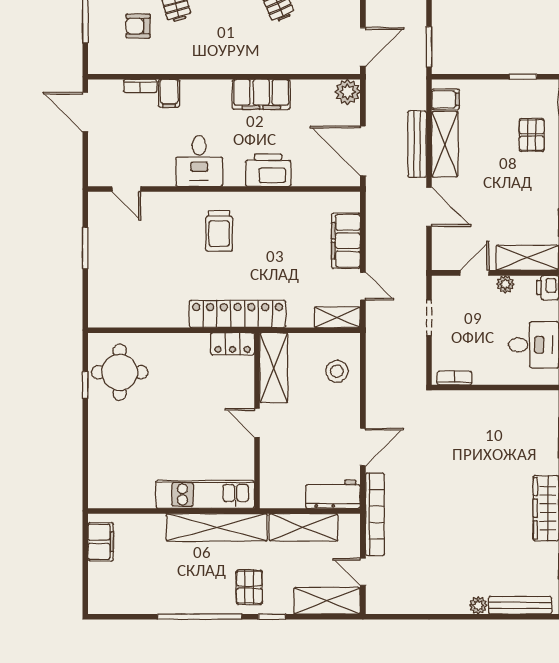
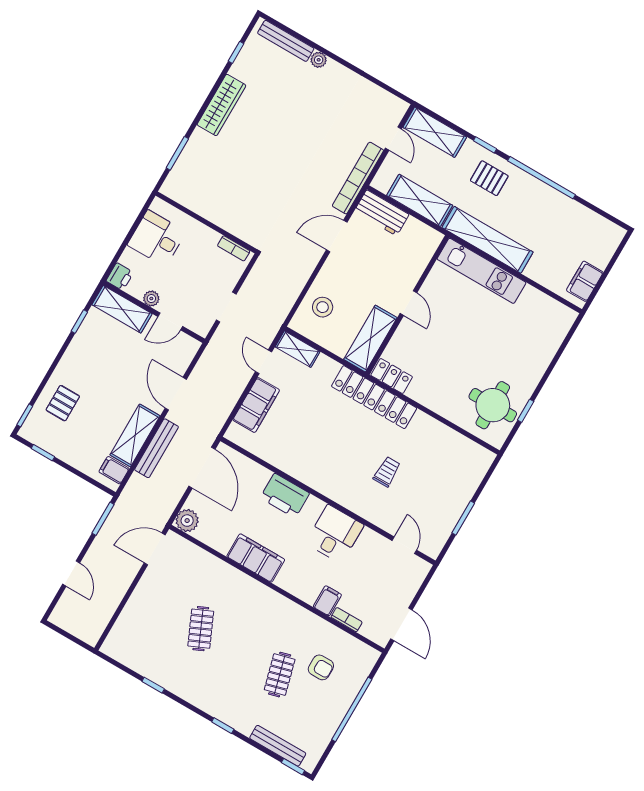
trolley: (219, 231) -> (387, 472), moved, width x0.73, depth x0.72
pallet: (249, 587) -> (489, 178), turned 90

